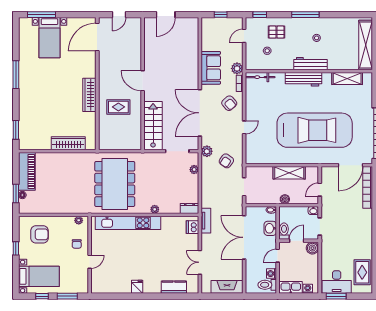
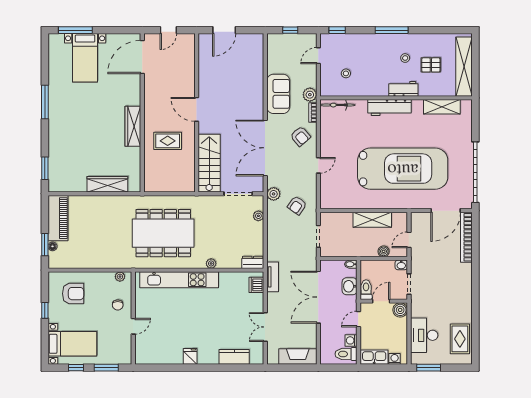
pallet: (277, 32) -> (431, 65), moved
workbench: (311, 64) -> (403, 89), width x0.73
dining table: (115, 184) -> (163, 233), turned 90
boiler: (285, 199) -> (384, 251), moved
desk: (337, 282) -> (424, 335), moved, turned 90

